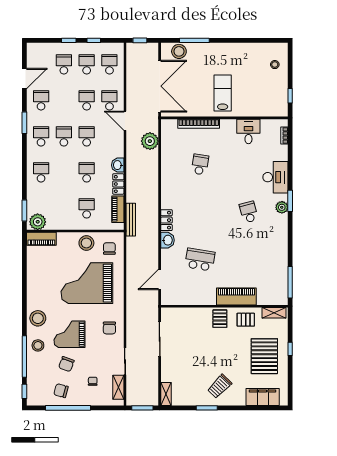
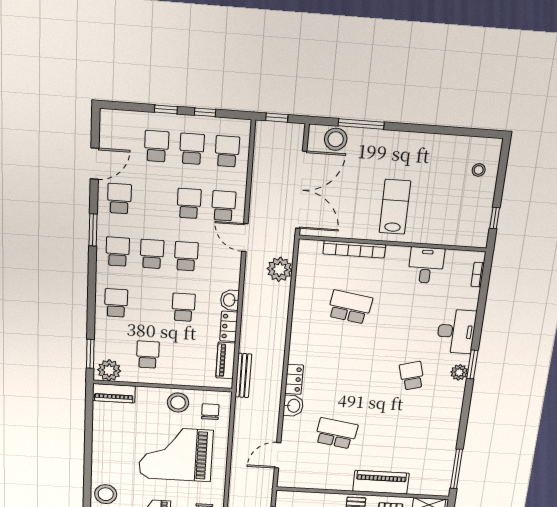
school desk: (200, 164) -> (350, 307), width x1.85
school desk: (87, 208) -> (148, 355), moved

